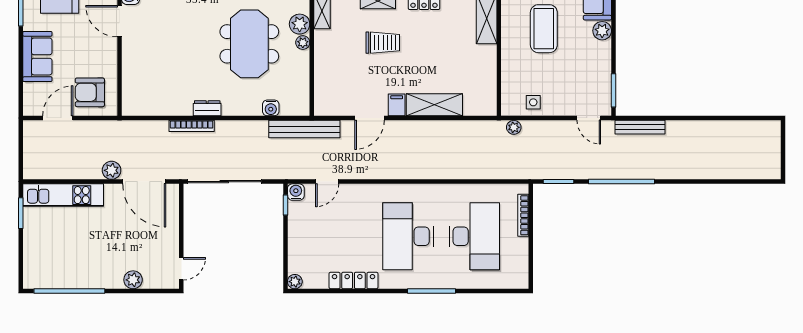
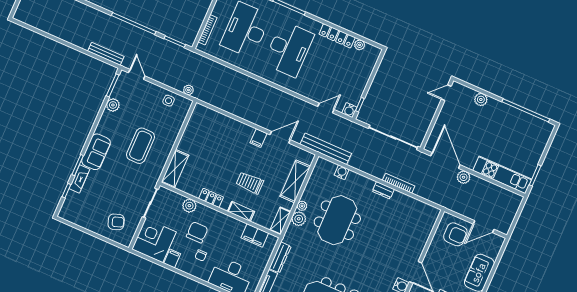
plant: (602, 31) -> (113, 105), moved
shelving: (434, 105) -> (295, 181), moved, turned 90
plant: (295, 282) -> (360, 45), moved

